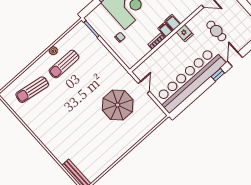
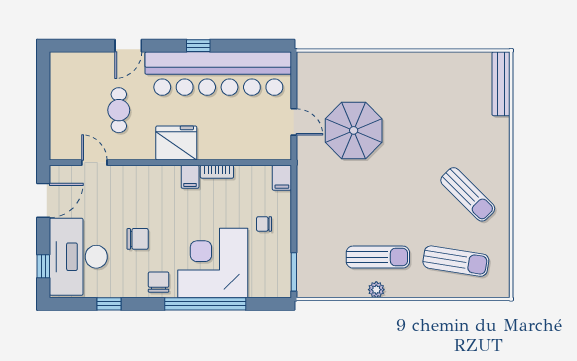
filing cabinet: (173, 23) -> (282, 178), moved
fridge: (185, 33) -> (176, 143), width x1.88, depth x1.34
window: (218, 75) -> (198, 46), moved
door: (144, 87) -> (294, 122), swing flipped
sun lounger: (51, 120) -> (468, 194), added

